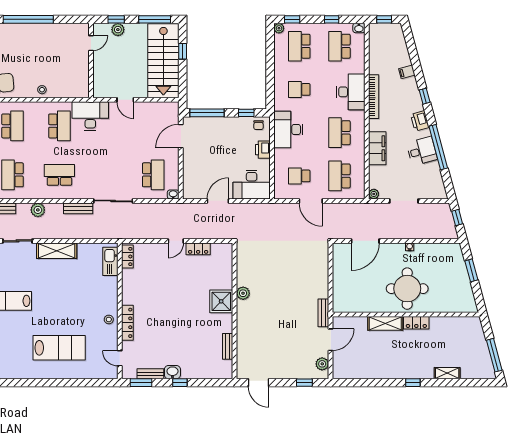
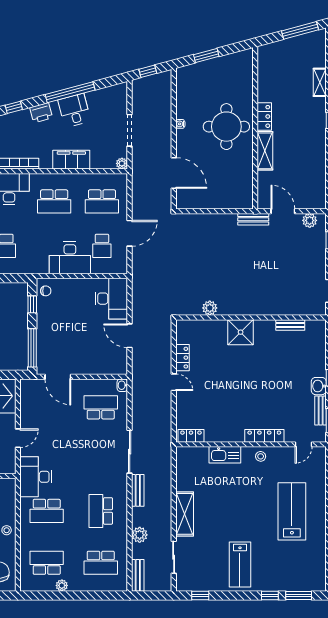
school desk: (59, 126) -> (47, 511), turned 180
desk: (288, 130) -> (70, 258), moved
printer: (263, 150) -> (73, 286), removed
kitchen sink: (110, 261) -> (225, 455), moved
plant: (243, 293) -> (210, 308), moved

